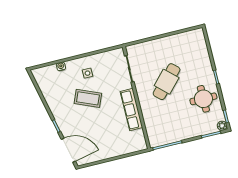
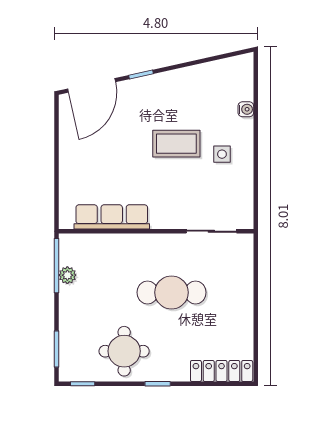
locker: (201, 45) -> (222, 371), added
cafe table: (167, 82) -> (171, 292), turned -43
coffee table: (88, 98) -> (176, 144), turned 67
row of seats: (131, 109) -> (112, 217), moved
plant: (222, 126) -> (67, 275), moved

